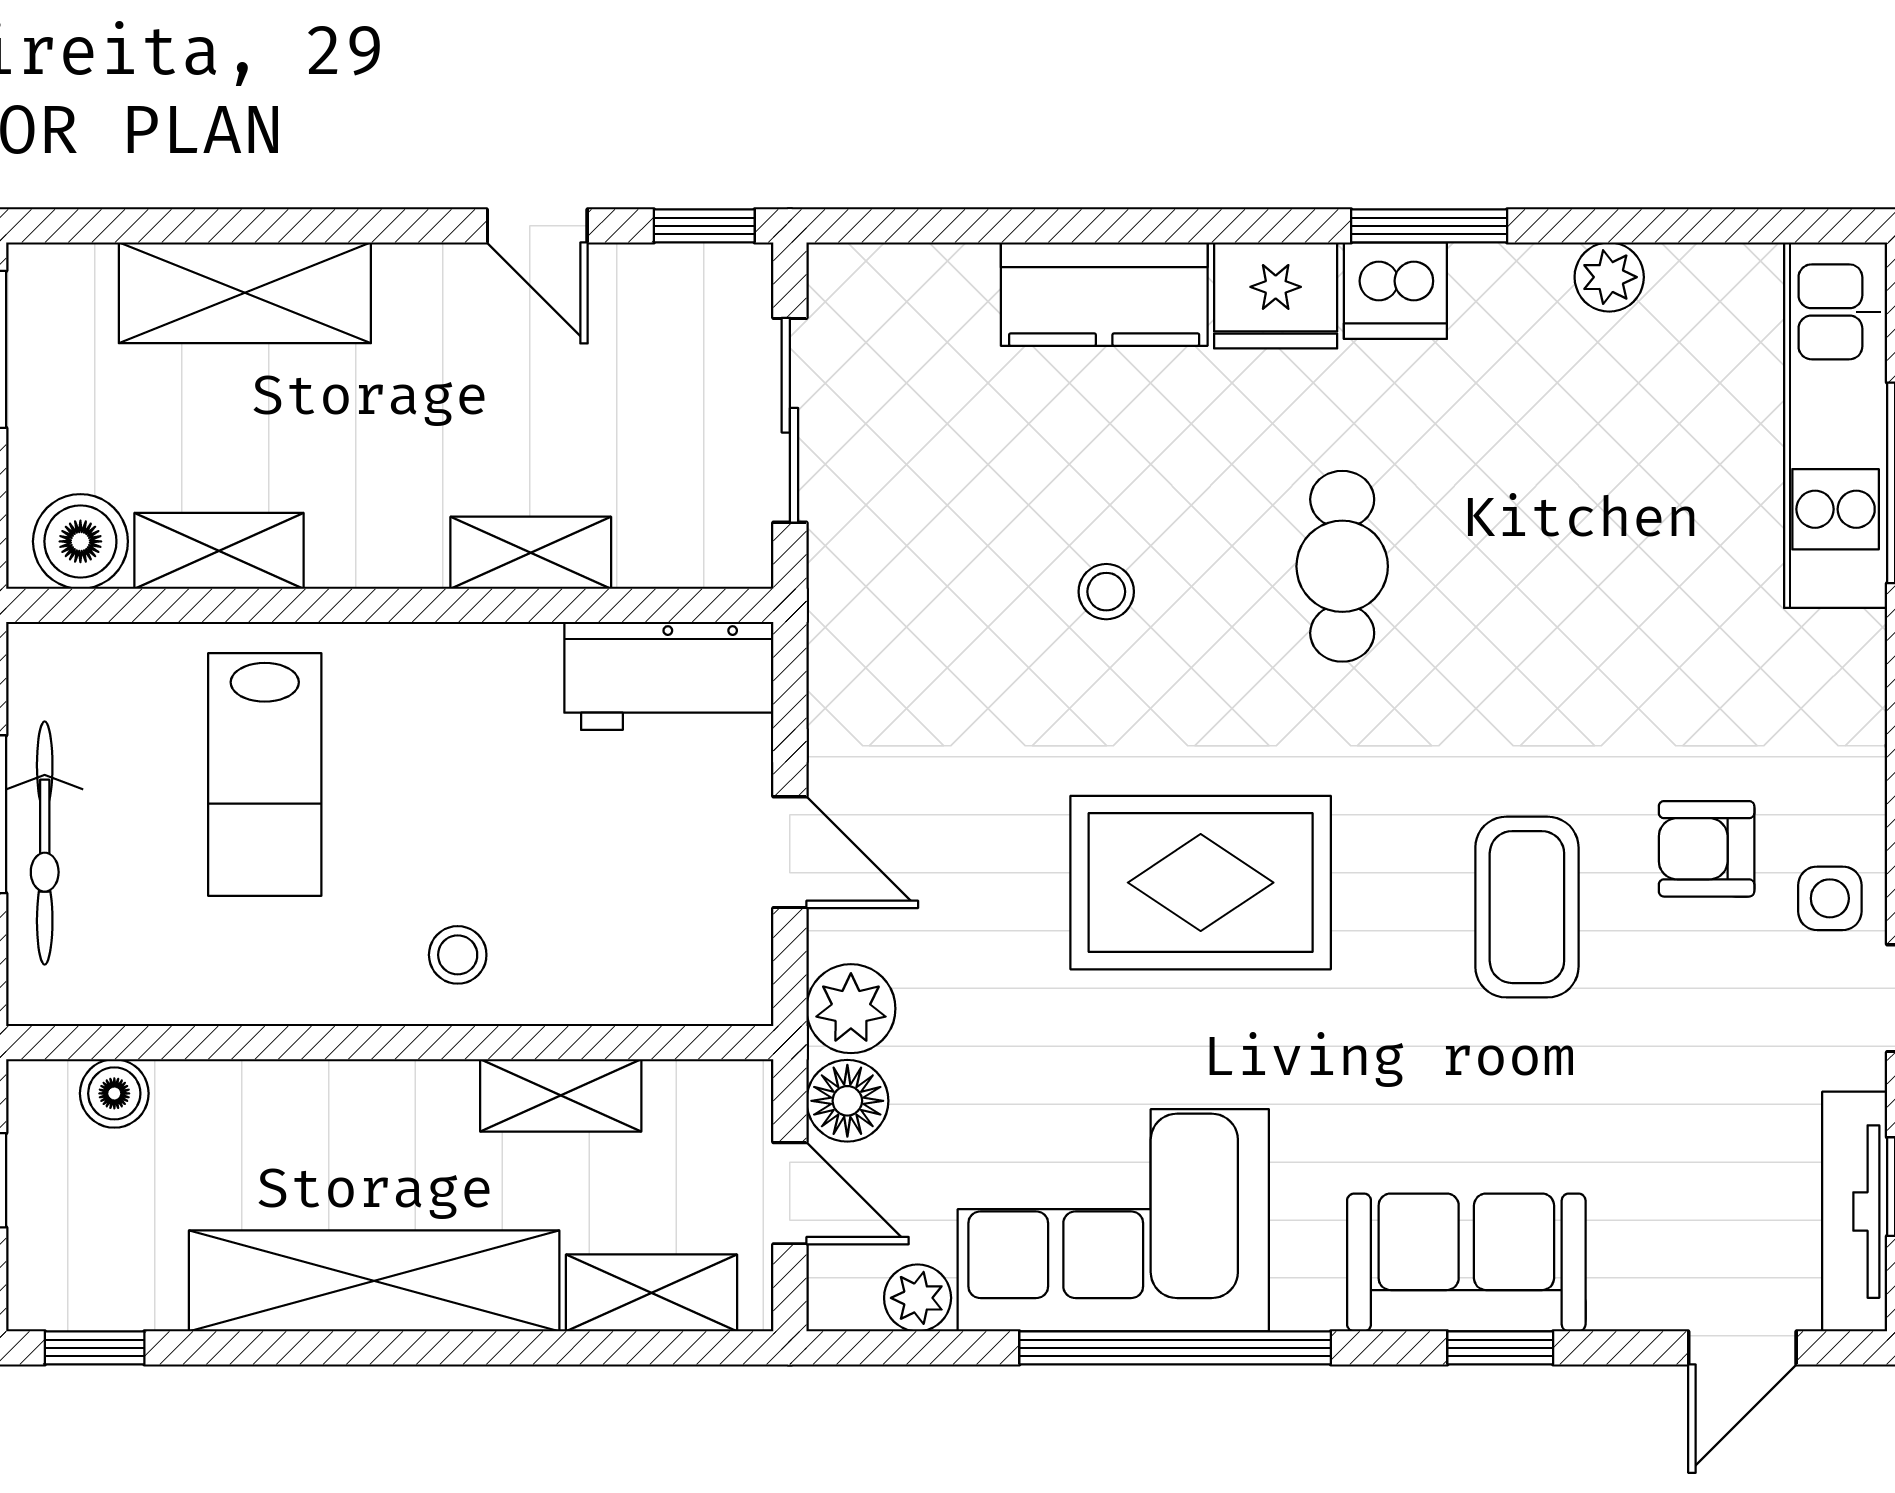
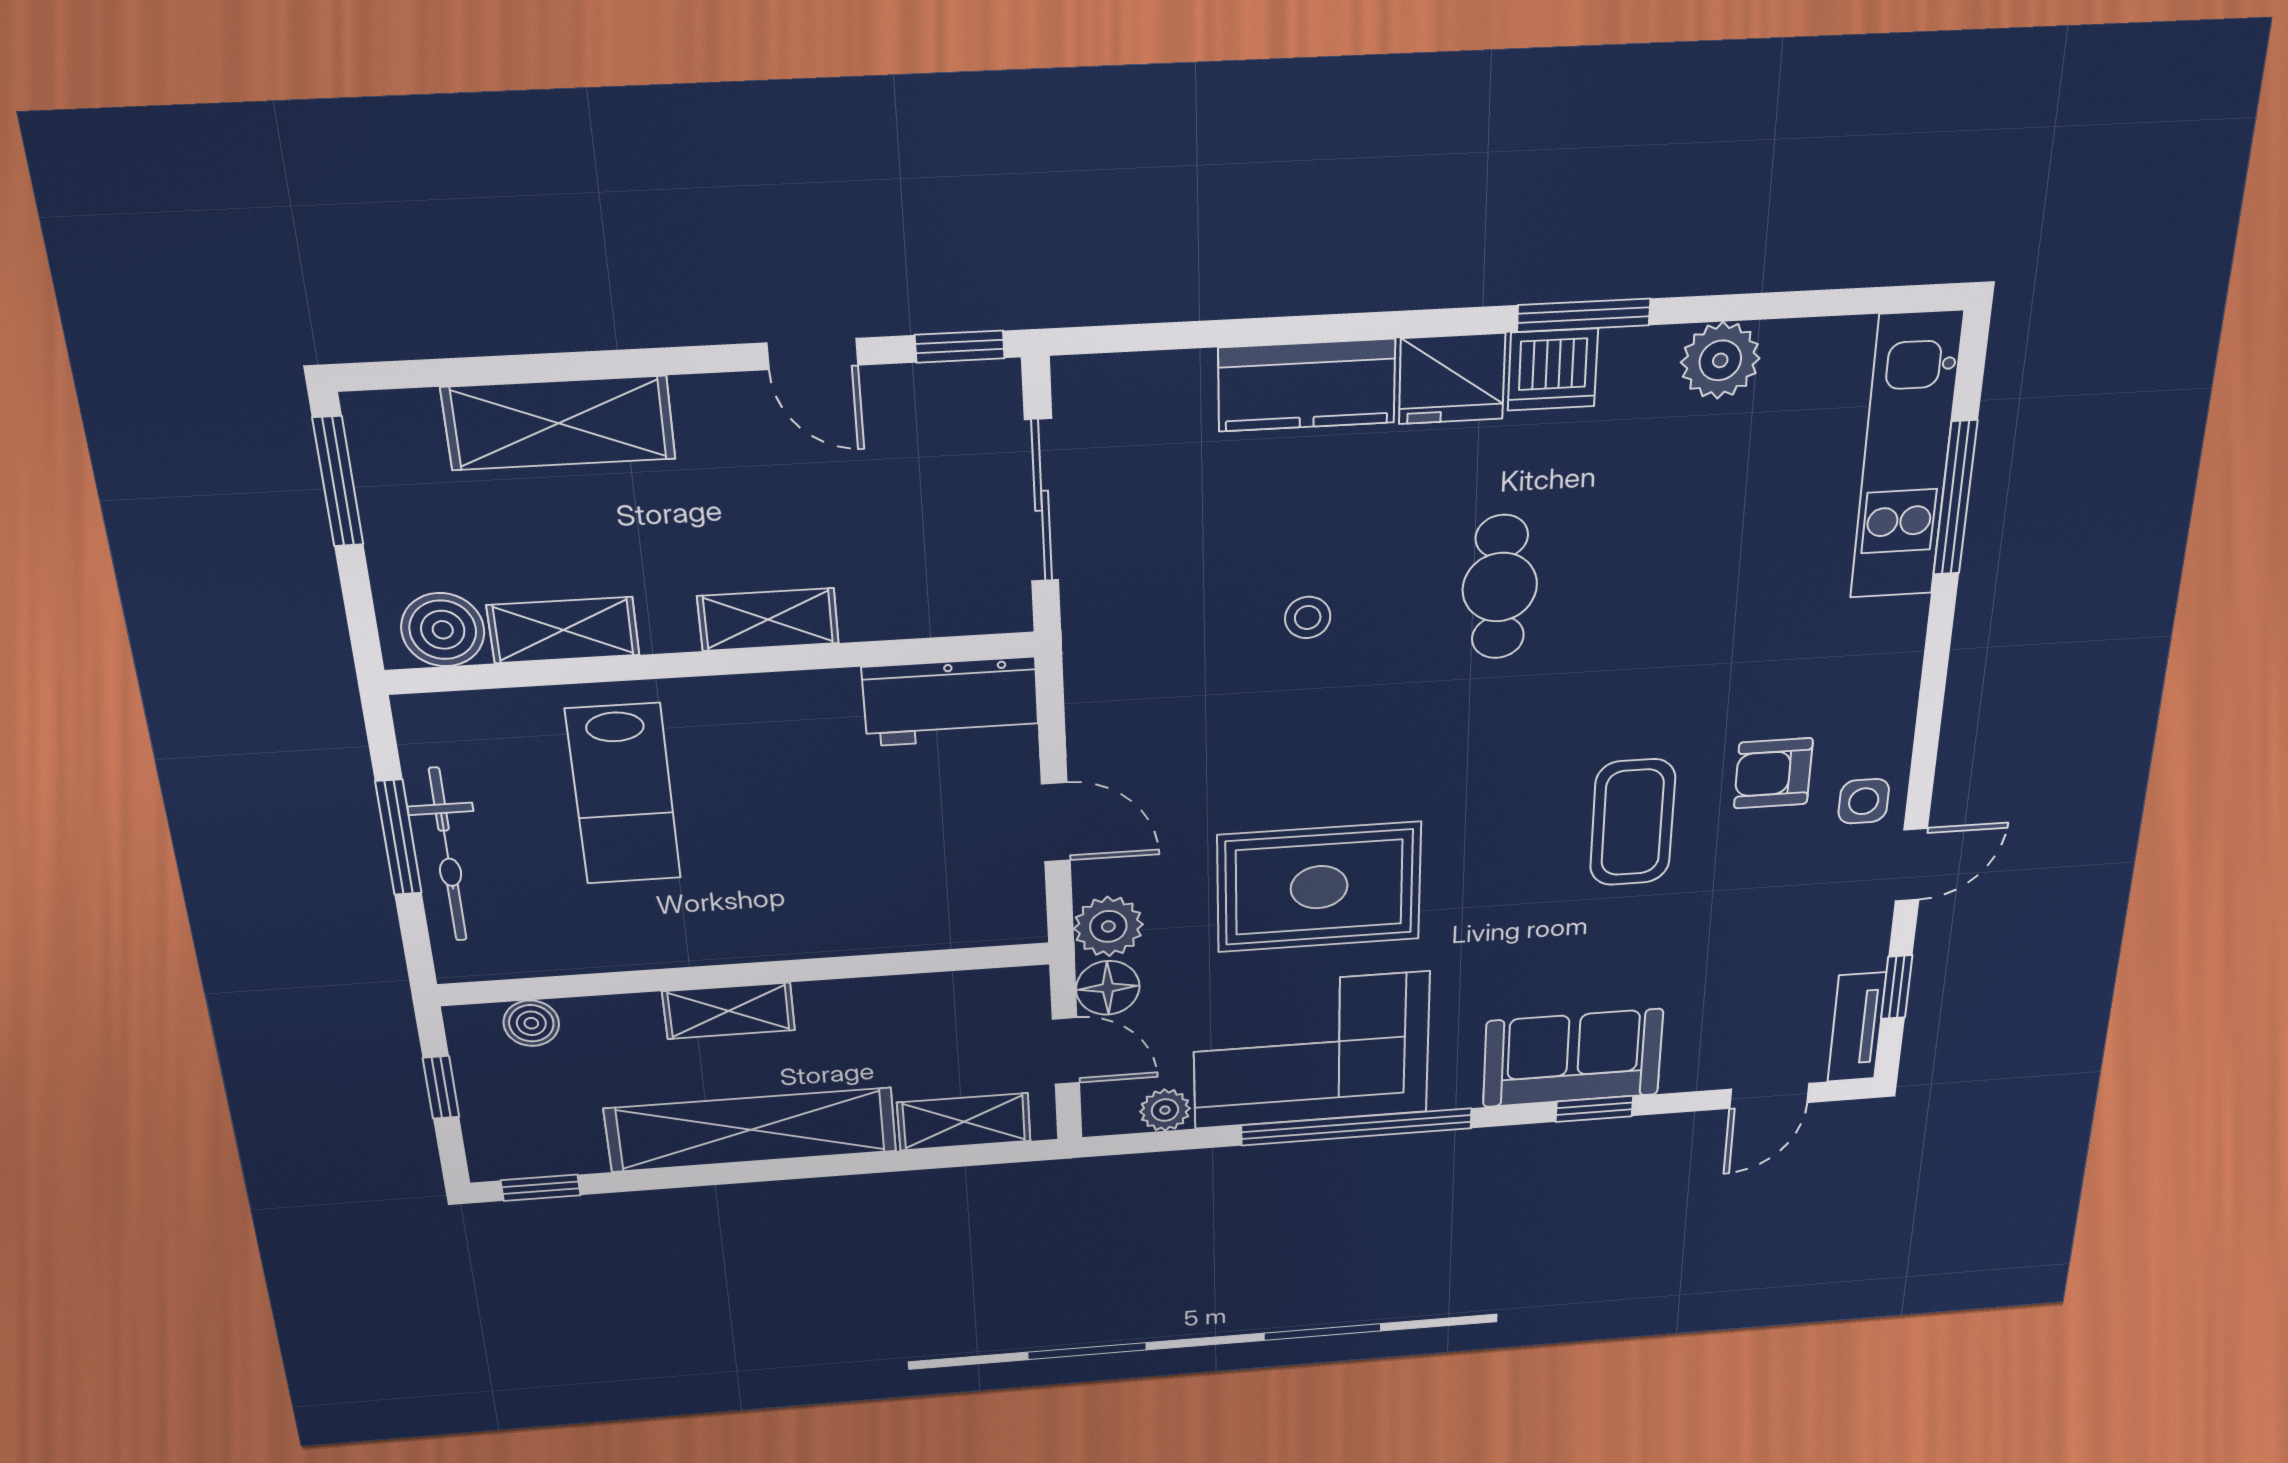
plant: (1609, 277) -> (1720, 360), width x1.38, depth x1.38
shelving: (531, 553) -> (768, 620), moved
rug: (1201, 883) -> (1319, 887), moved
stool: (458, 955) -> (795, 911), removed
shelving: (561, 1095) -> (729, 1011), moved
tv unit: (1855, 1212) -> (1857, 1027), width x0.71

